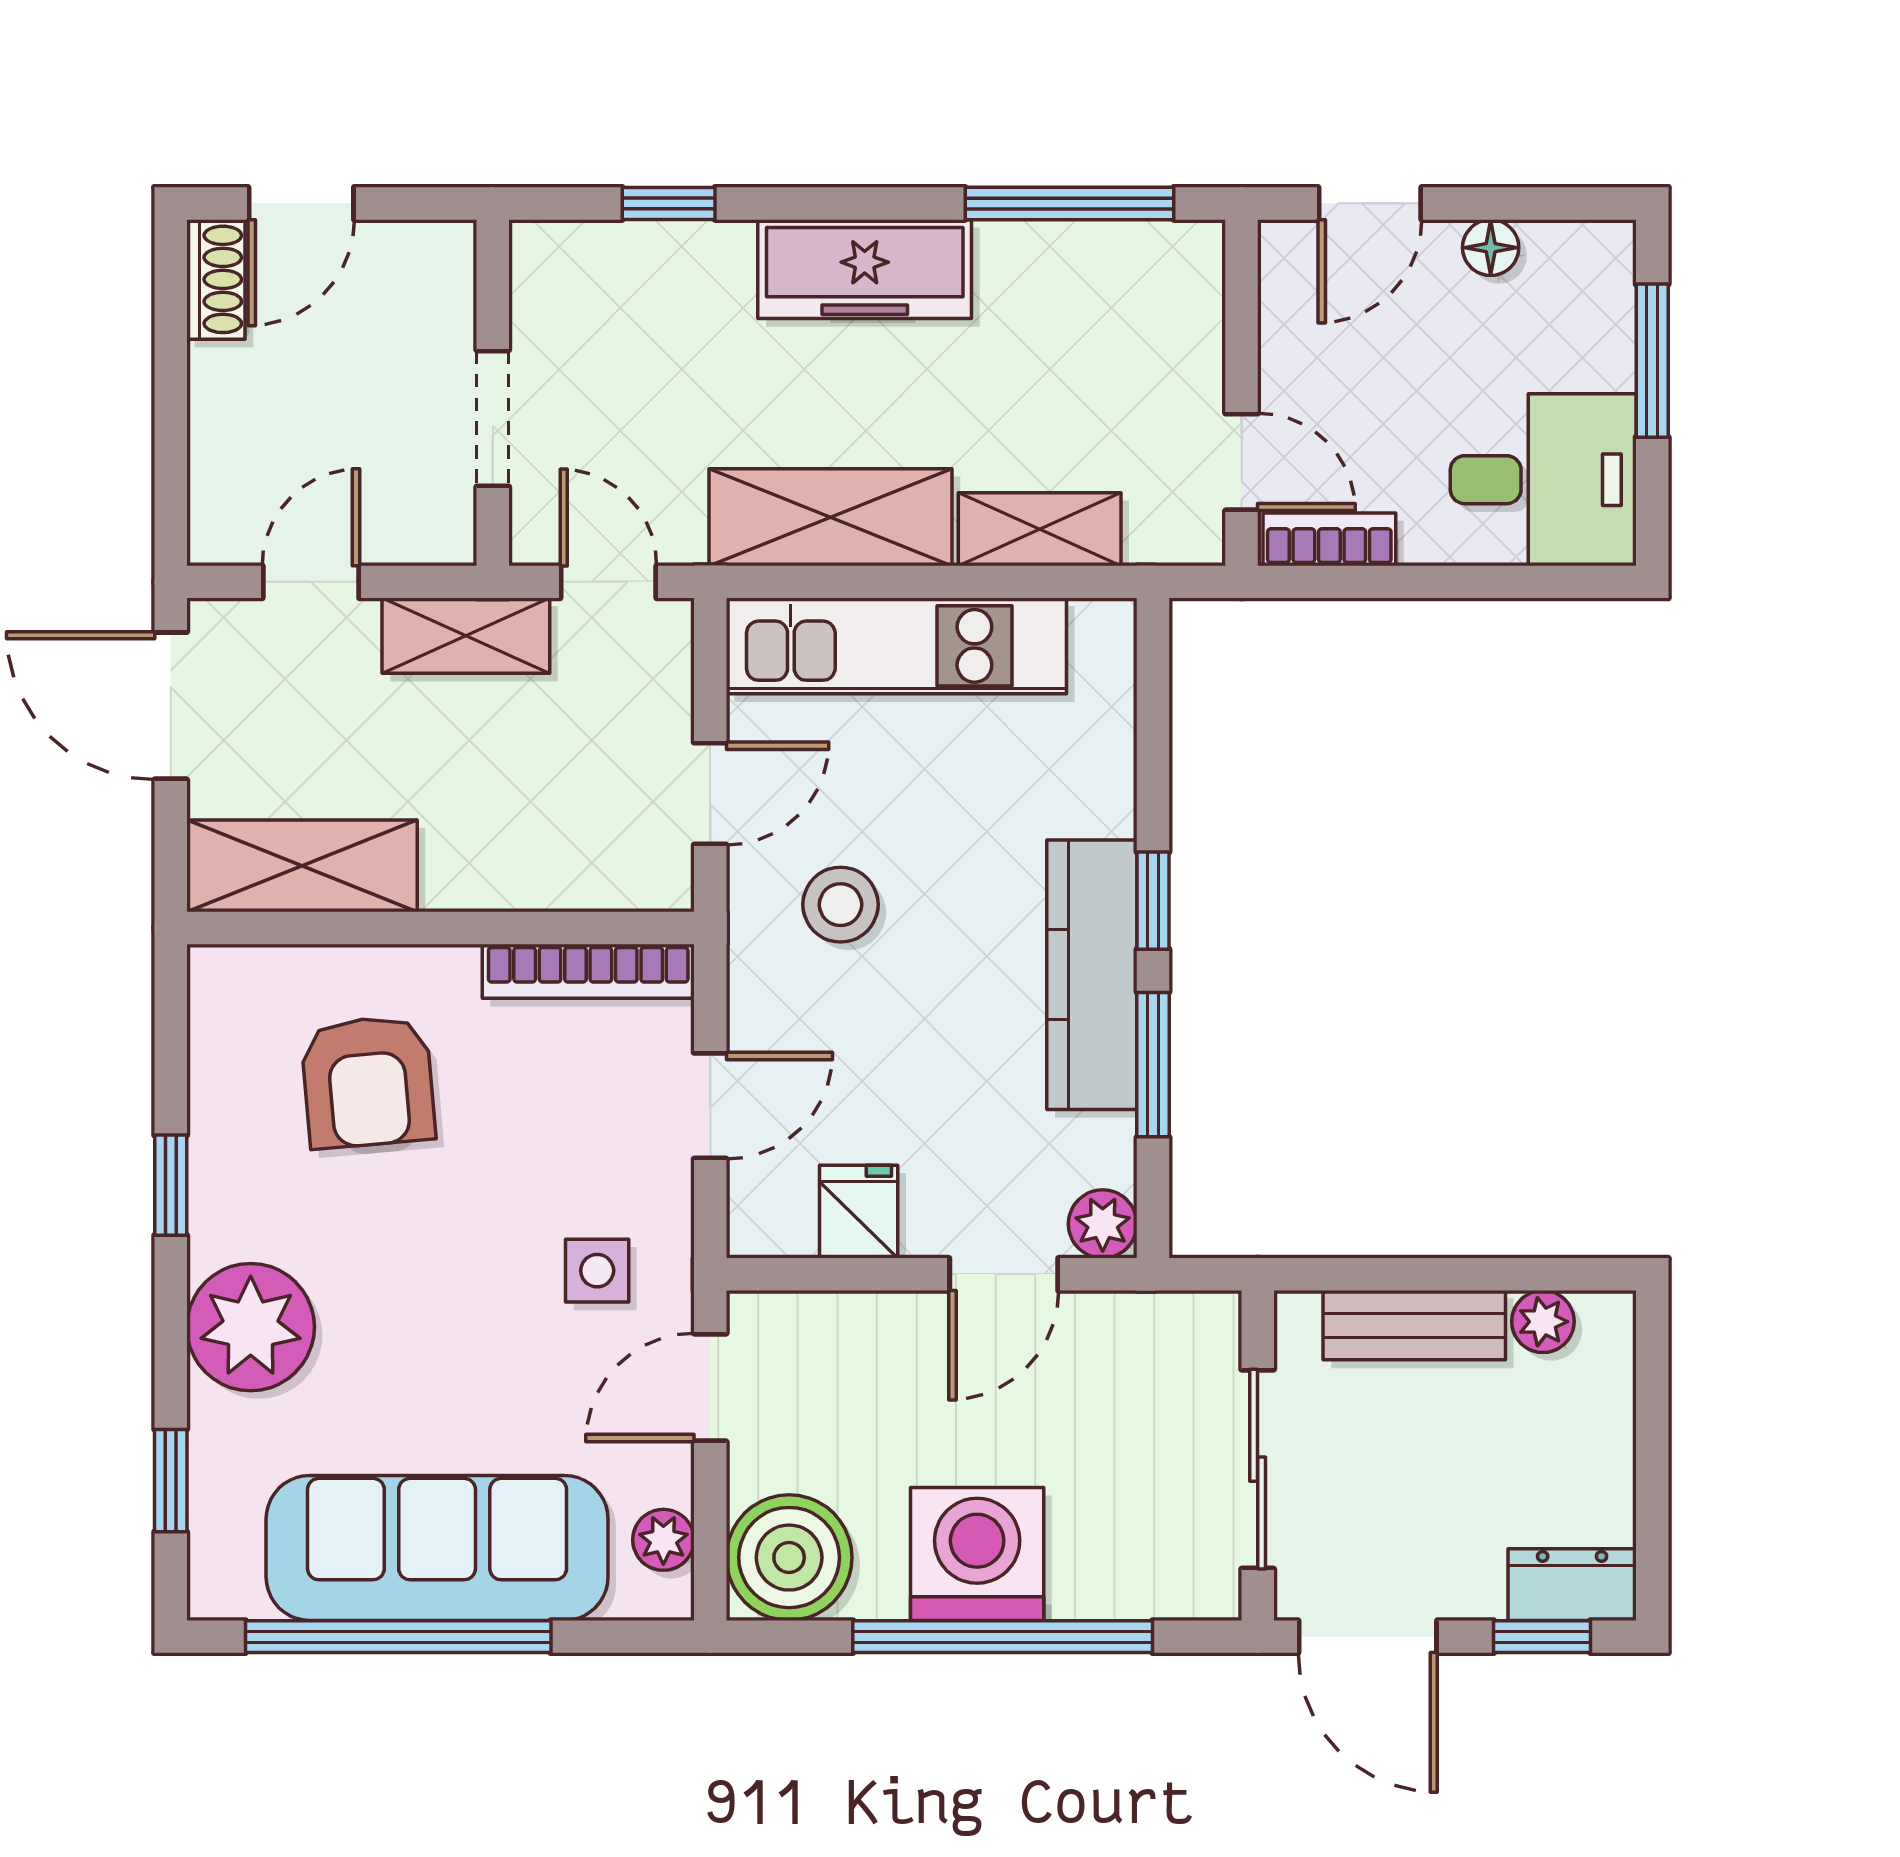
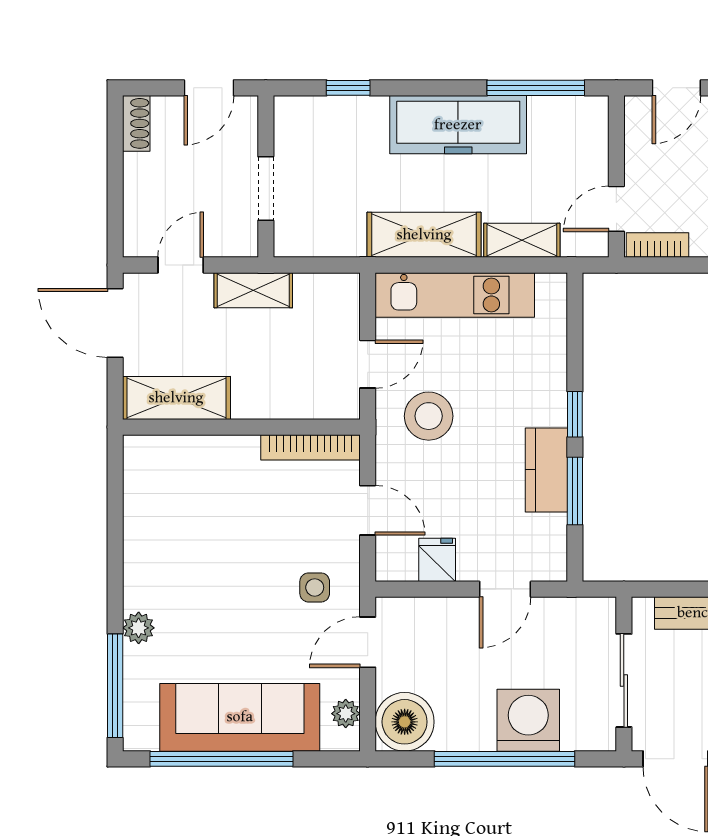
door: (301, 203) -> (209, 88), moved
freezer: (865, 269) -> (458, 125), width x1.36, depth x1.26
door: (1242, 462) -> (616, 209), swing flipped
door: (608, 582) -> (320, 265), removed
stool: (840, 905) -> (429, 416), width x1.38, depth x1.38
kitchen counter: (1092, 975) -> (546, 470), width x0.67
armchair: (368, 1082) -> (207, 499), removed
door: (710, 1106) -> (368, 510), hinge flipped
window: (171, 1185) -> (115, 547), removed
plant: (1103, 1224) -> (551, 566), removed
plant: (251, 1327) -> (139, 628), width x0.53, depth x0.53
window: (171, 1481) -> (115, 686), width x2.17
washing machine: (977, 1554) -> (528, 720), moved

